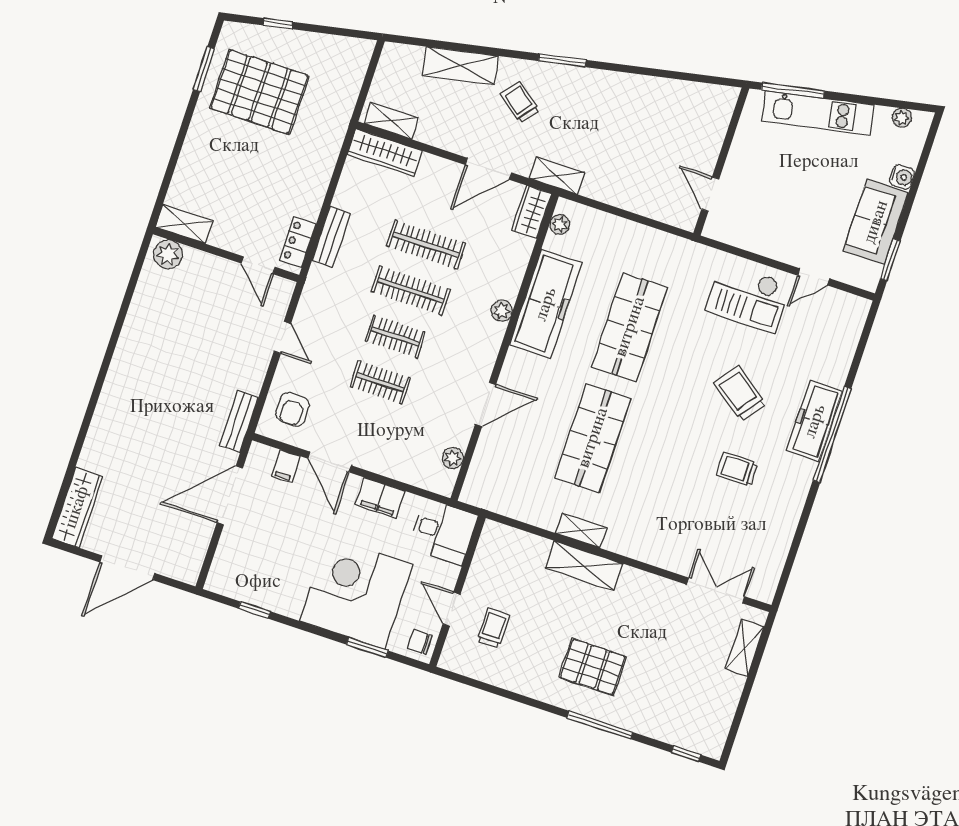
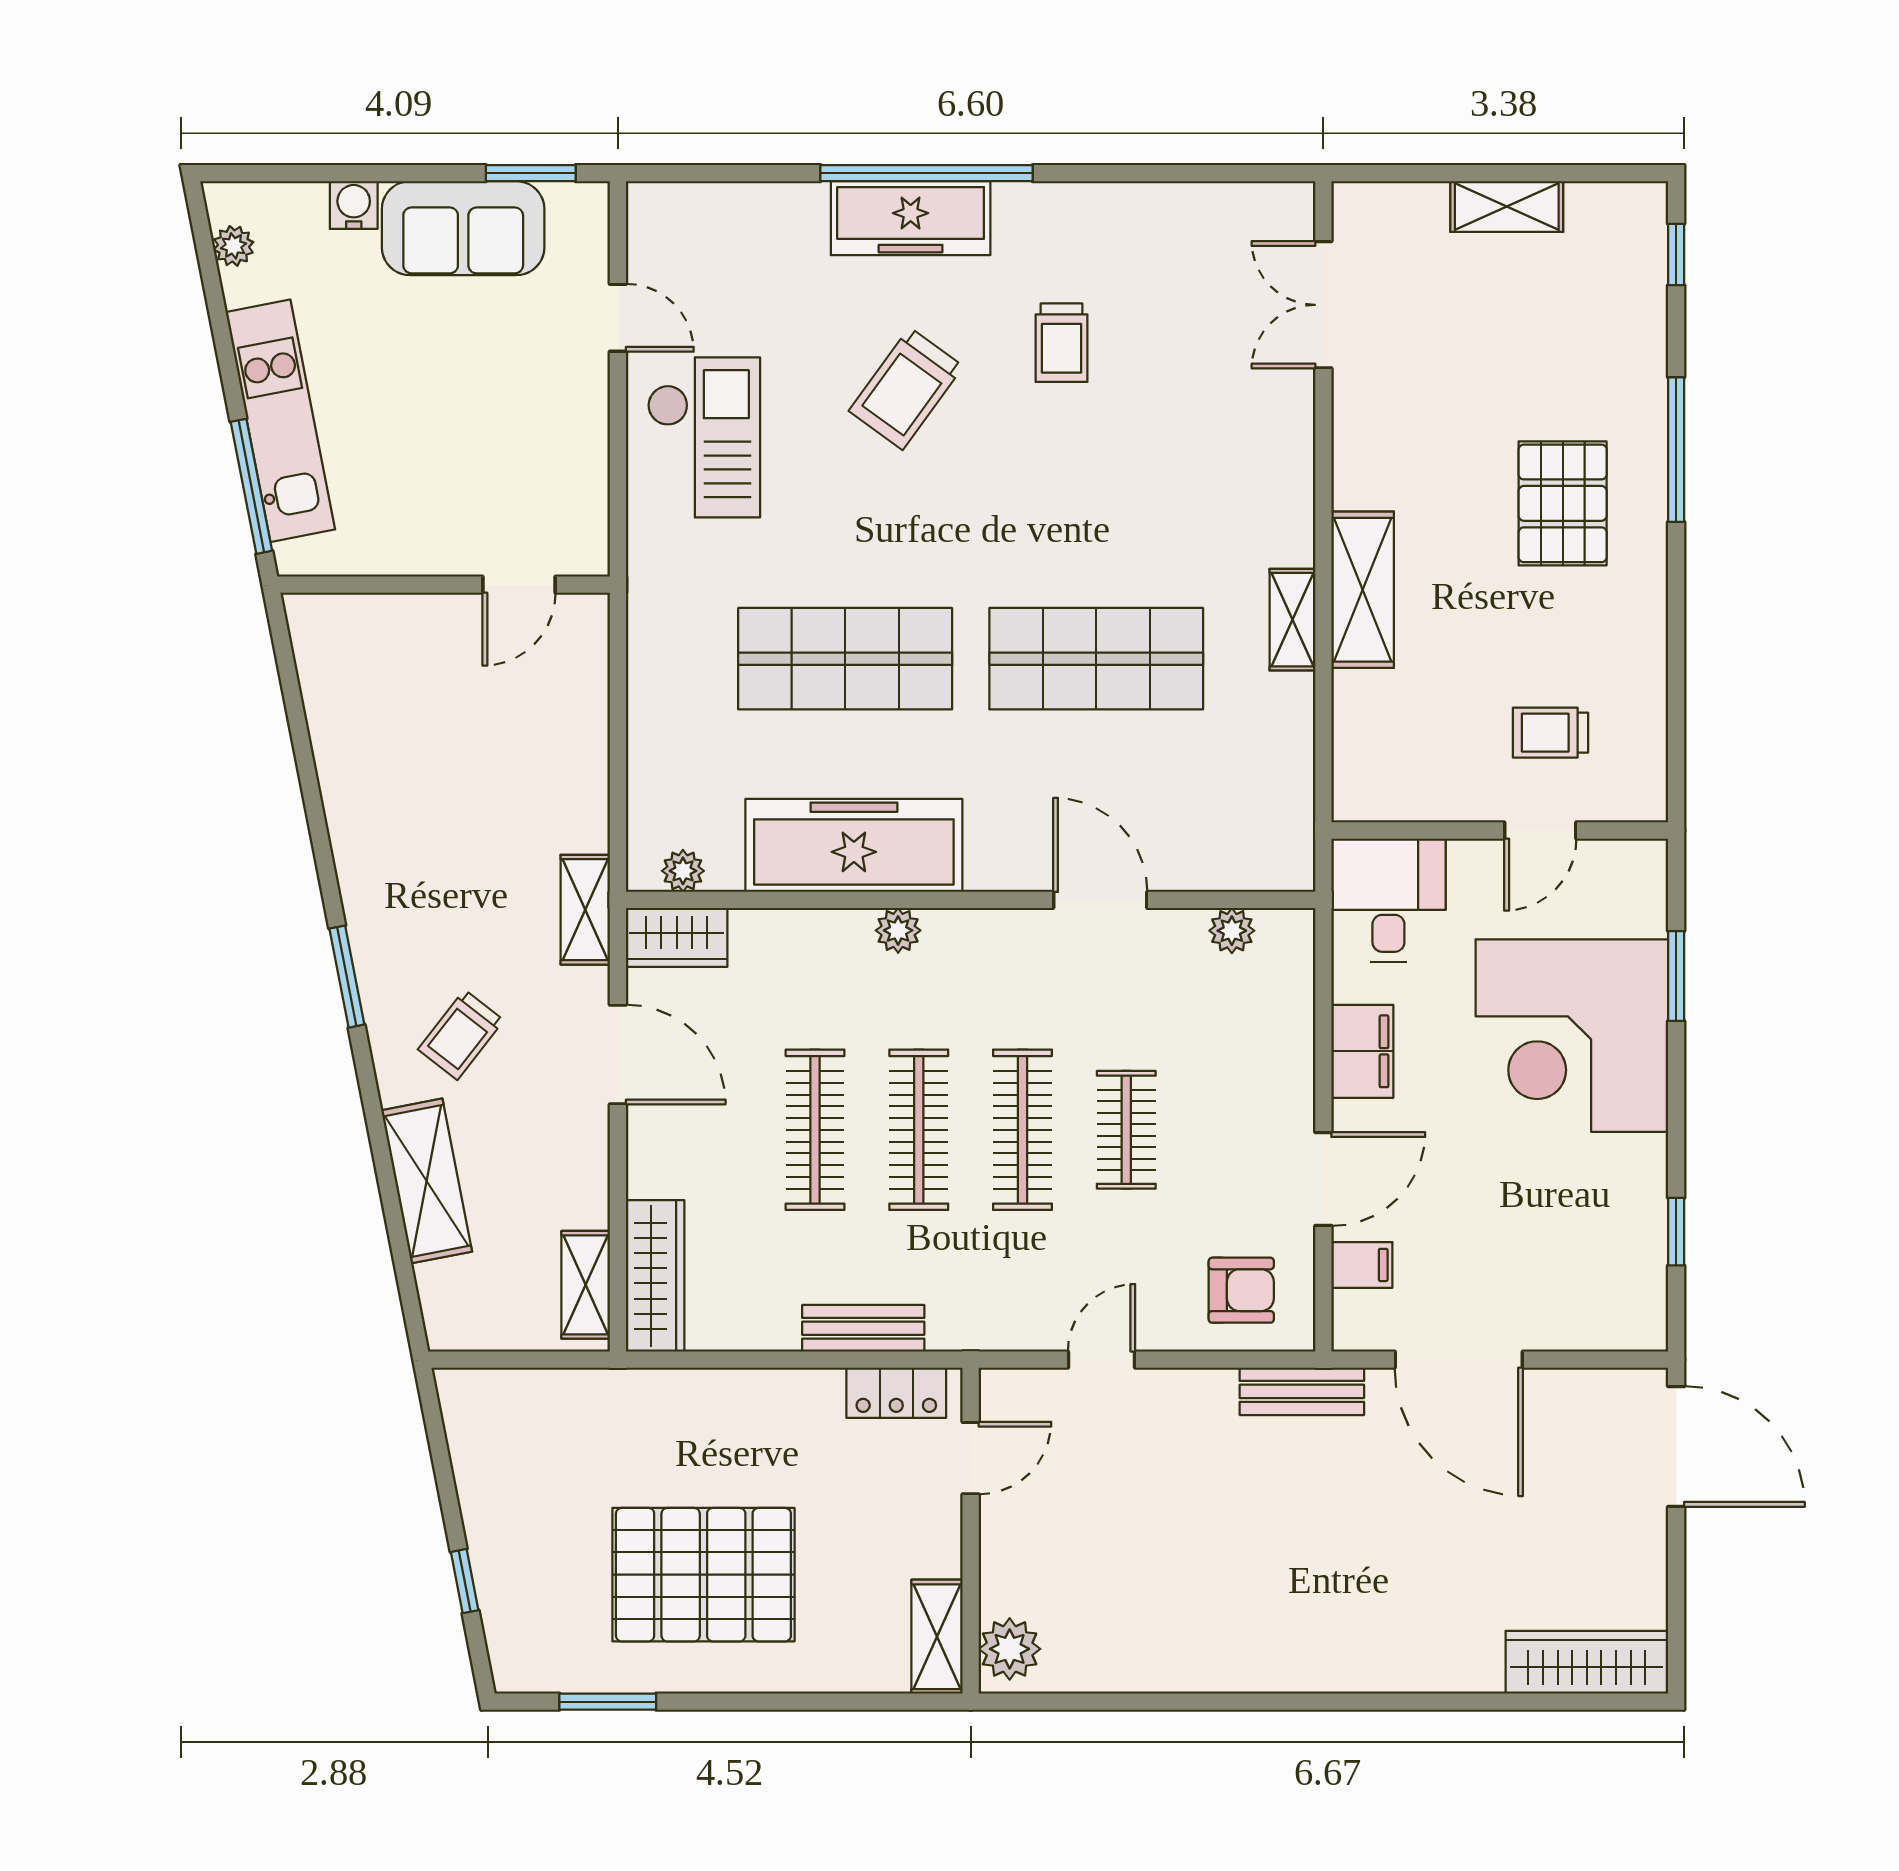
pallet: (259, 92) -> (703, 1575), moved, turned 90
clothes rail: (395, 336) -> (1022, 1130), width x1.36
door: (127, 568) -> (1676, 1446), moved
chair: (420, 642) -> (1629, 873), removed
shelving: (745, 648) -> (1507, 207), moved

